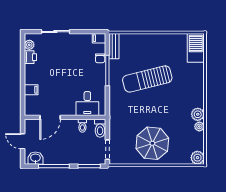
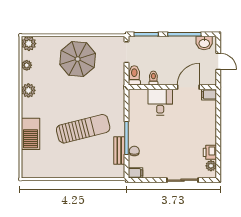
bench: (114, 46) -> (119, 150), moved
barbecue: (196, 48) -> (31, 134), moved
filing cabinet: (31, 90) -> (209, 95), moved
desk: (87, 104) -> (160, 102), moved
plant: (199, 126) -> (27, 65), moved

